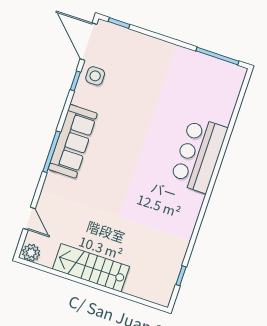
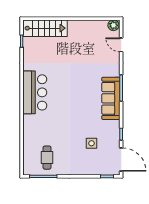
side table: (95, 76) -> (91, 143), moved
cafe table: (202, 83) -> (47, 158), added
bar counter: (199, 155) -> (35, 92), moved
stairs: (91, 268) -> (45, 28), moved

